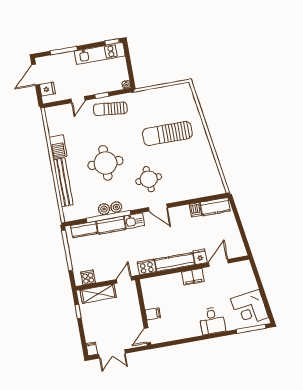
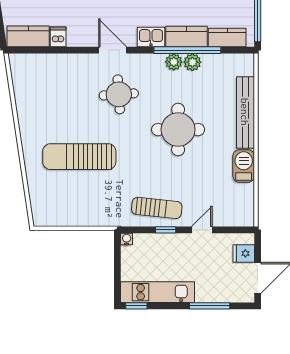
sun lounger: (167, 133) -> (79, 157), turned 180

